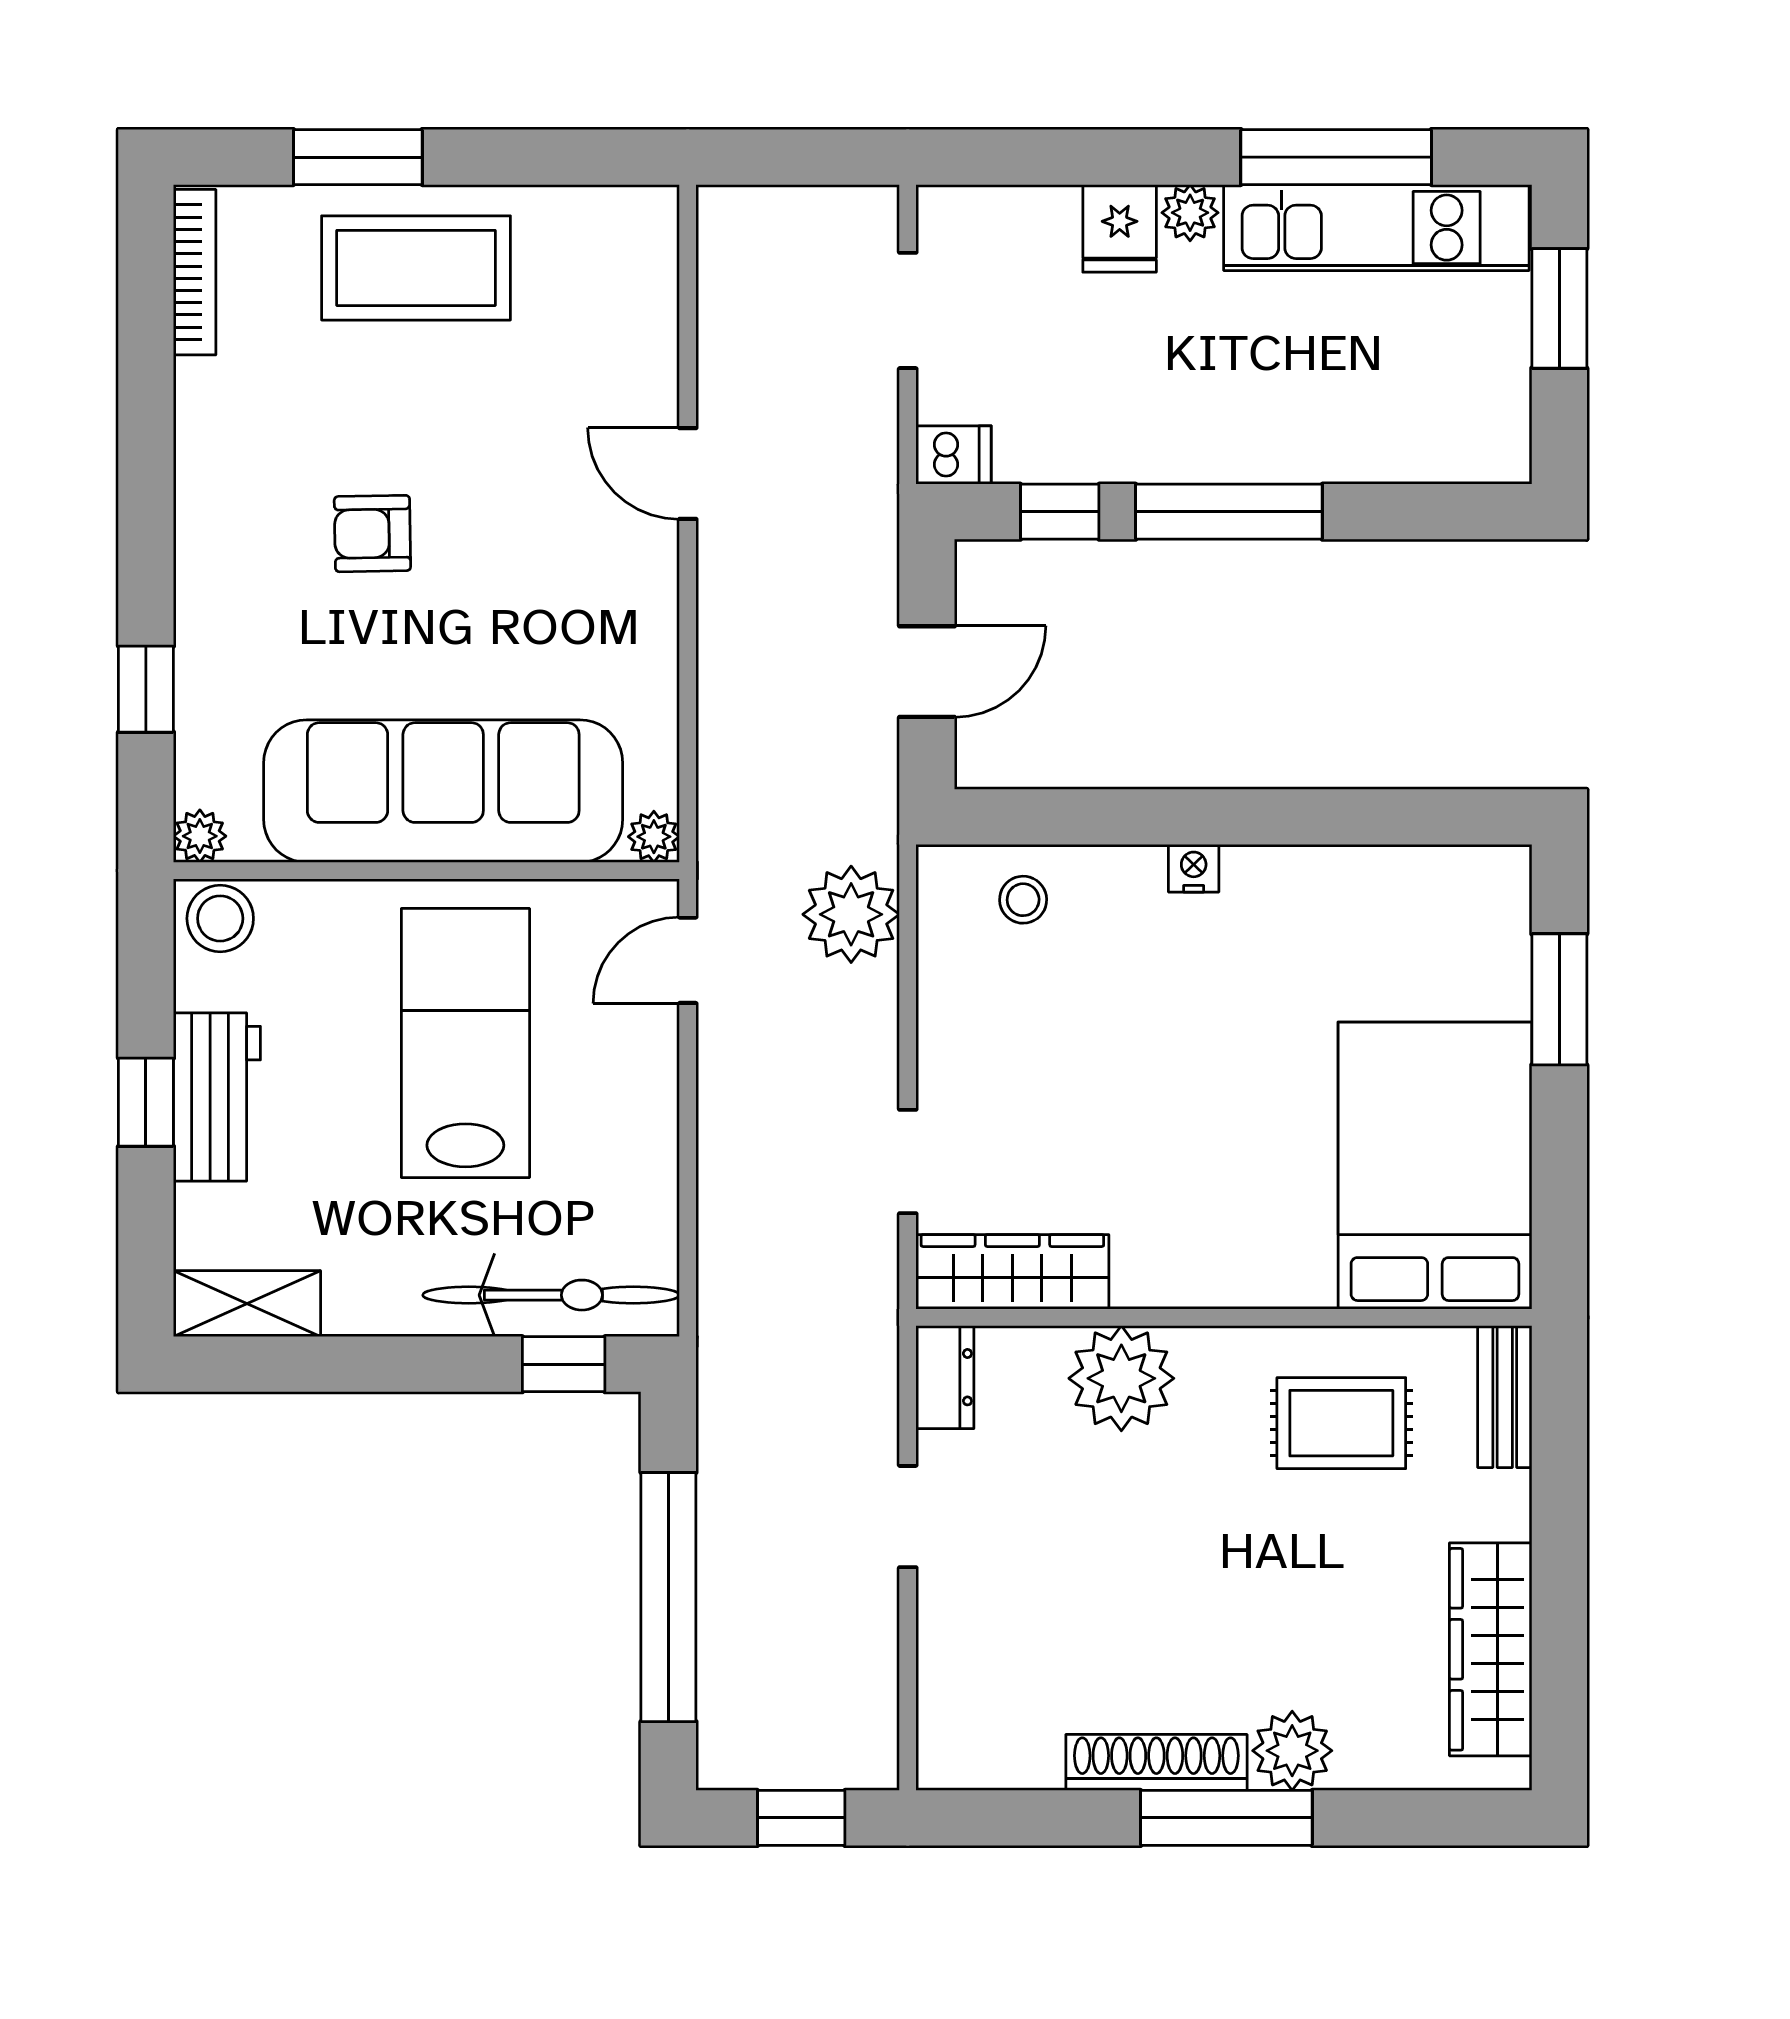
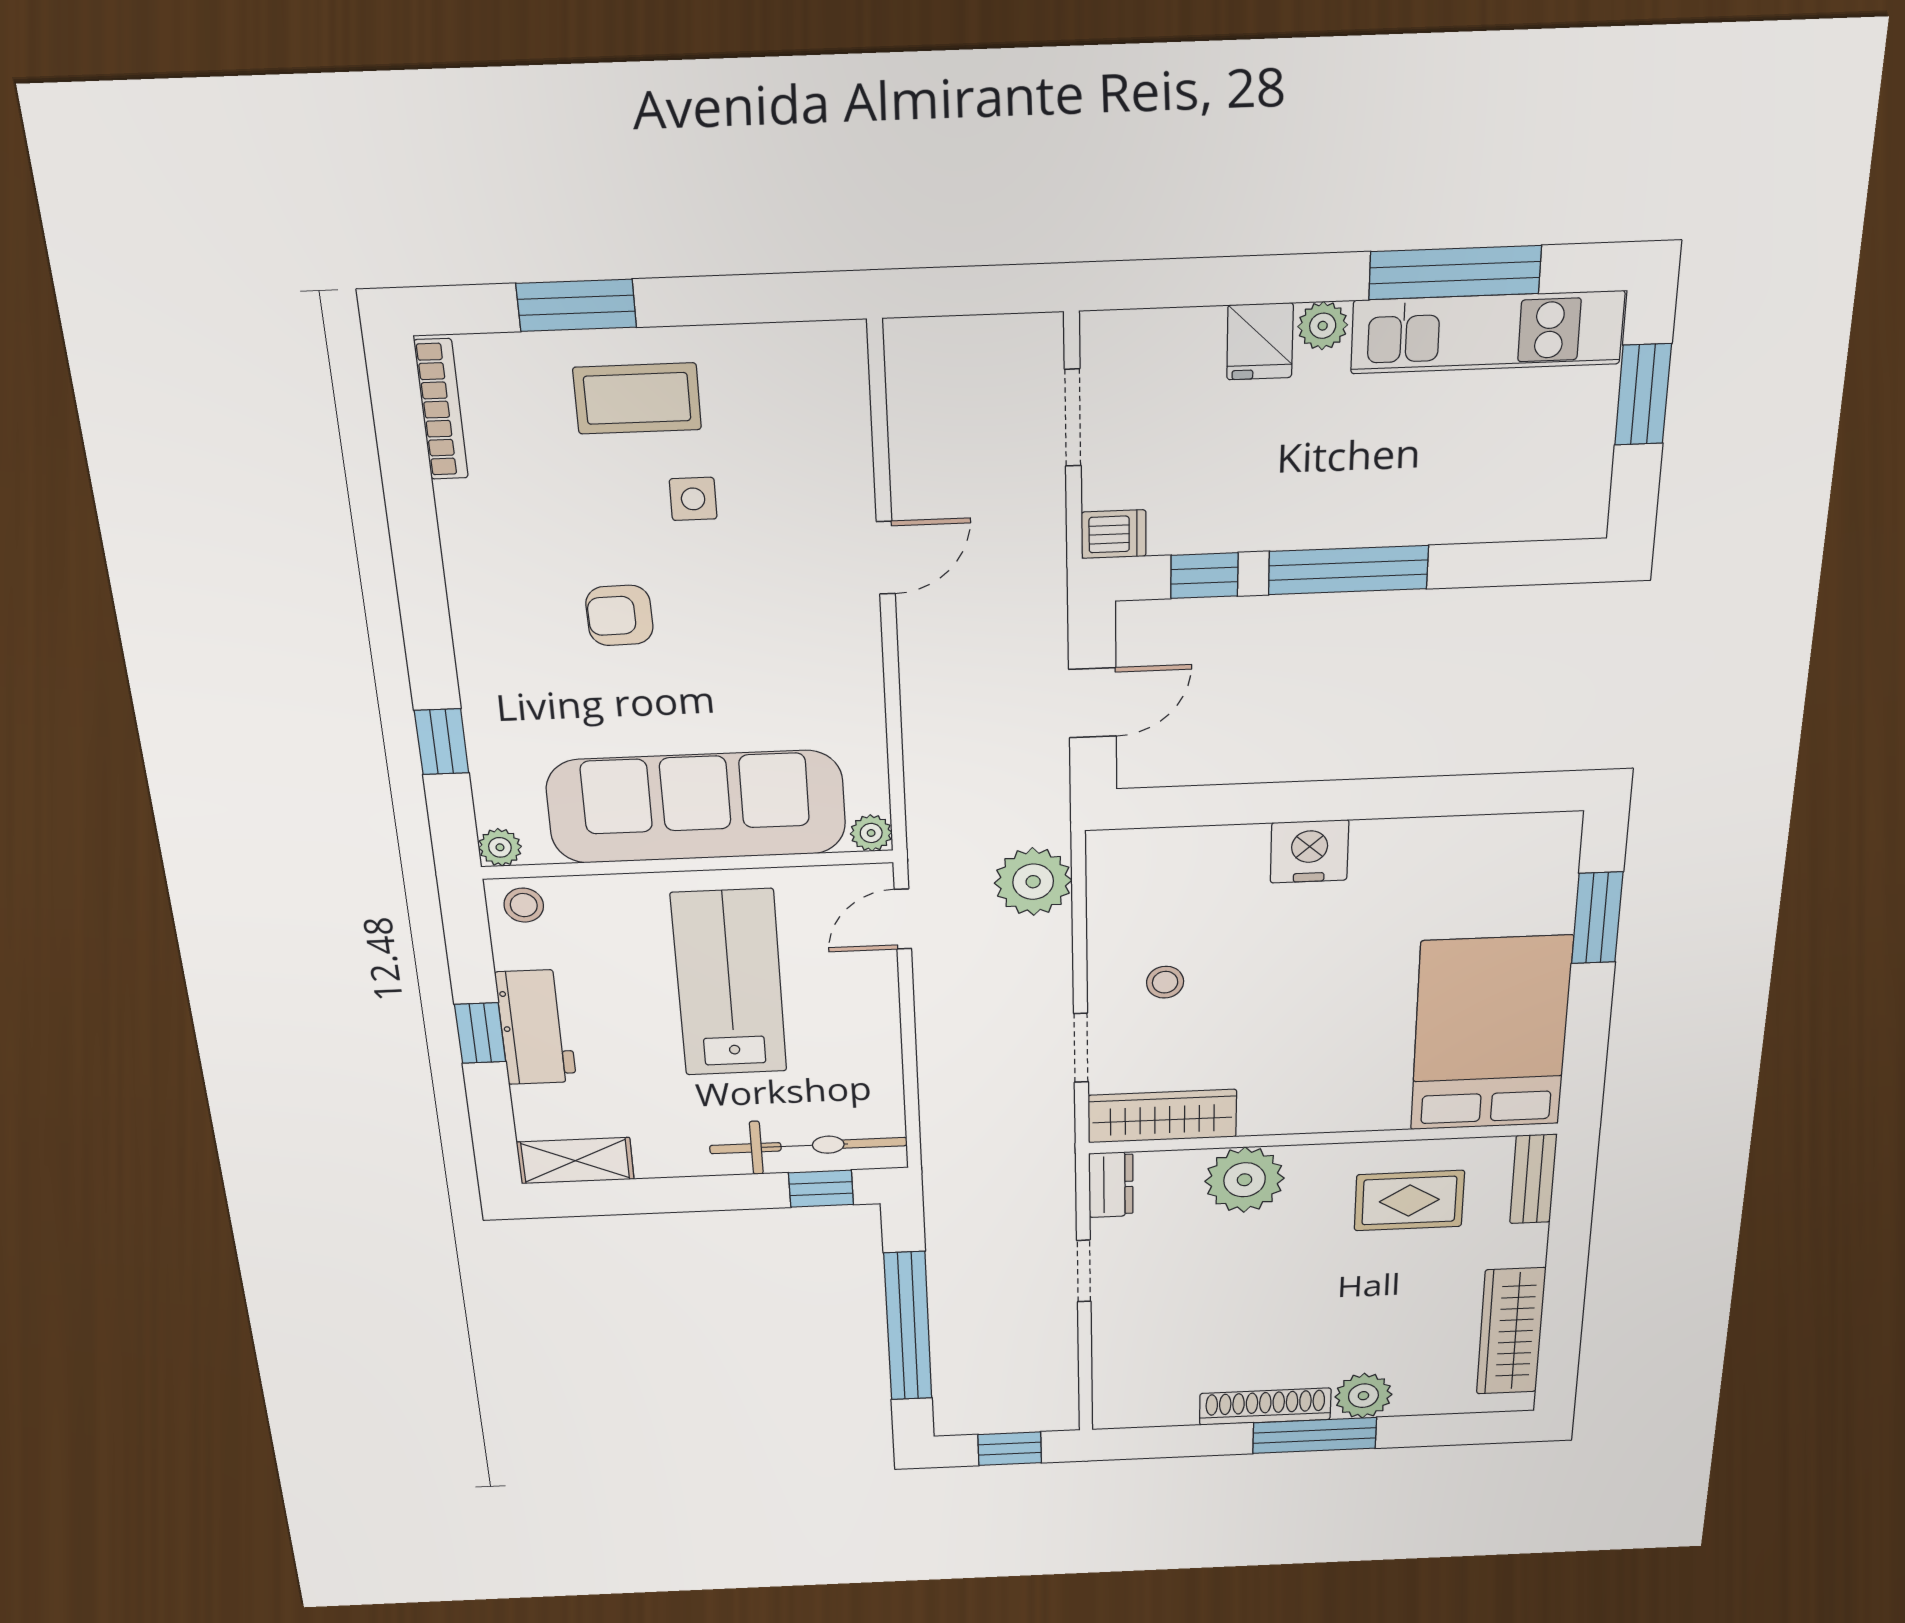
coffee table: (416, 268) -> (637, 398), width x0.73, depth x0.76
side table: (470, 391) -> (693, 499), added
door: (688, 474) -> (886, 558), swing flipped
nightstand: (1194, 868) -> (1309, 851), width x1.89, depth x1.79
stool: (1023, 900) -> (1165, 982), moved
stool: (220, 918) -> (524, 905), width x0.73, depth x0.73

